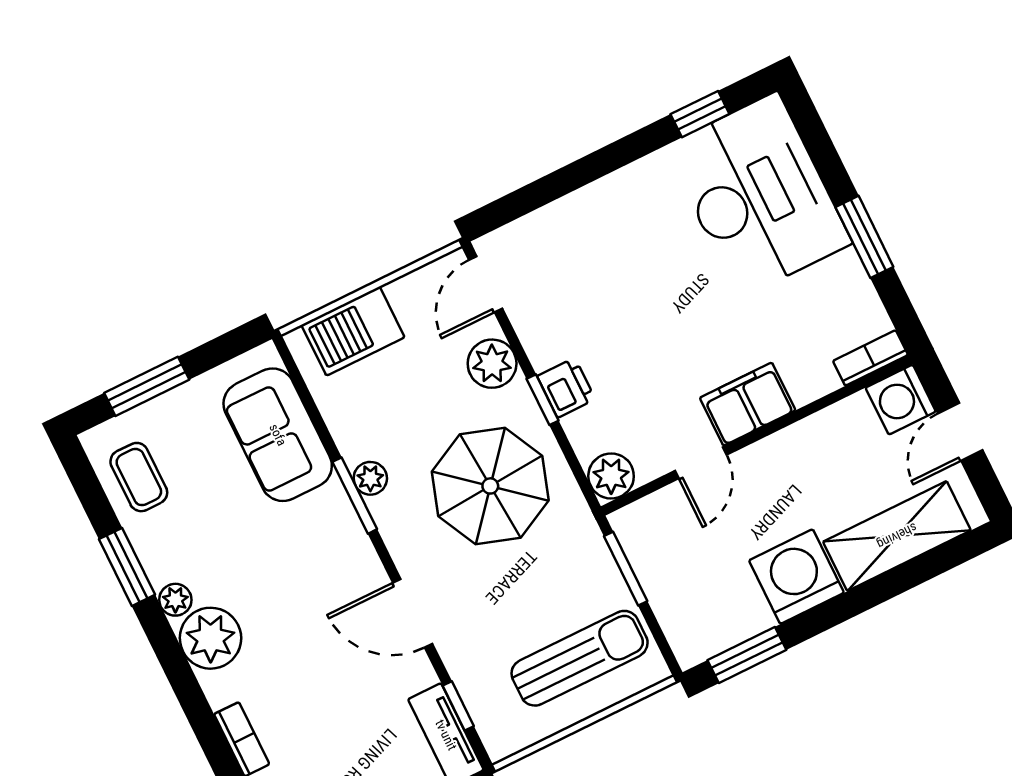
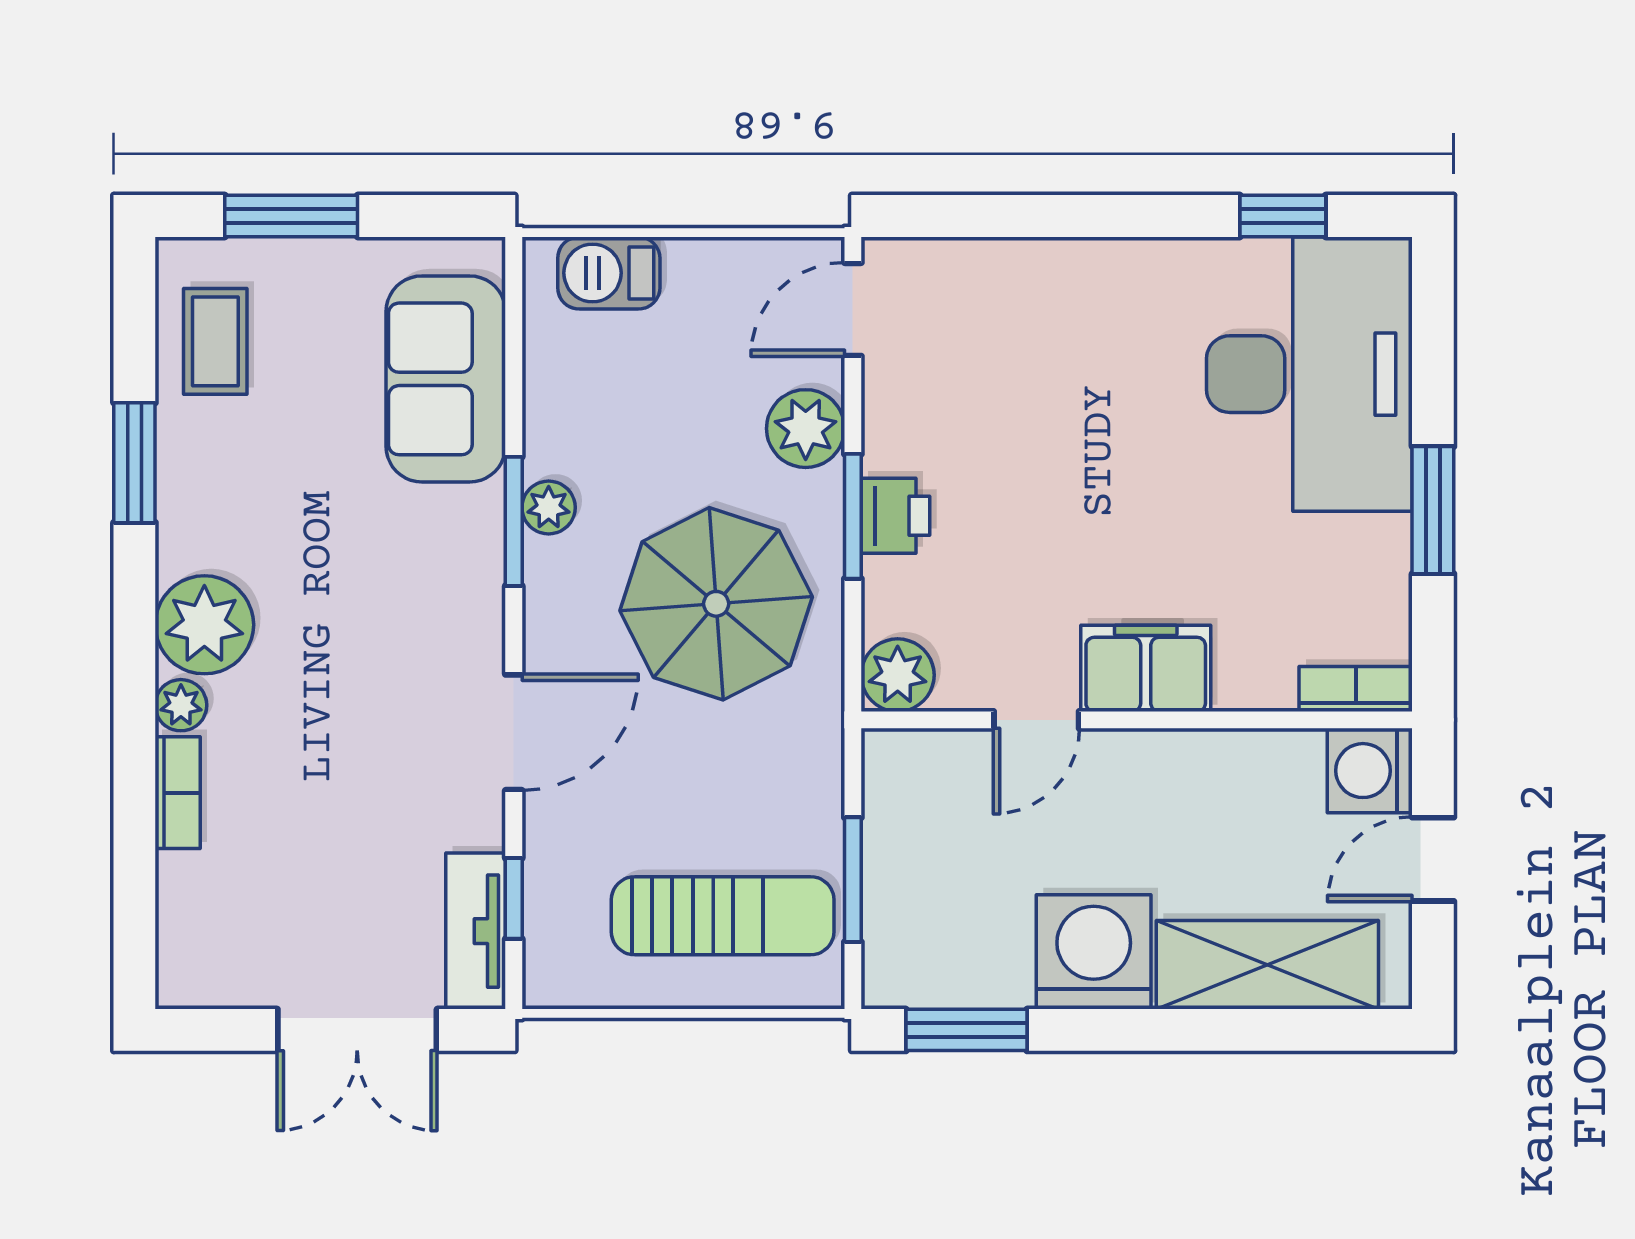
barbecue: (353, 331) -> (609, 273), width x0.73, depth x0.79
window: (543, 400) -> (853, 516), width x1.50
window: (626, 569) -> (853, 880), moved
plant: (175, 600) -> (181, 705), moved
door: (413, 613) -> (514, 732), swing flipped

